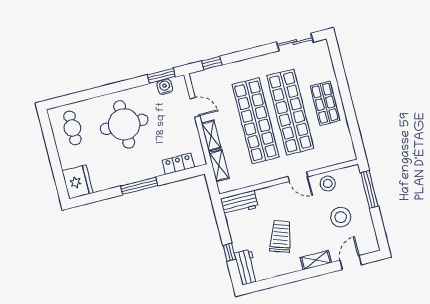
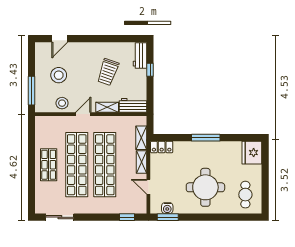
locker: (178, 164) -> (162, 147), moved
door: (298, 177) -> (83, 114), hinge flipped
shelving: (316, 260) -> (107, 107), moved

